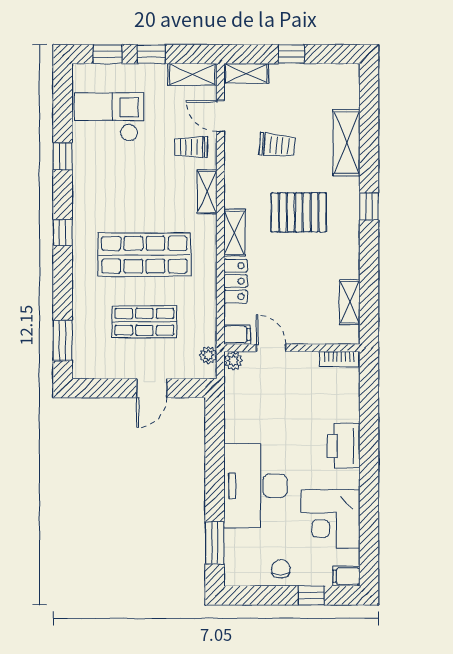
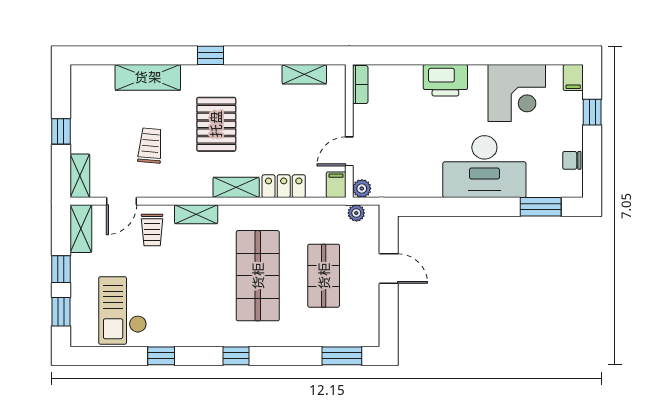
chair: (281, 569) -> (572, 160), moved

